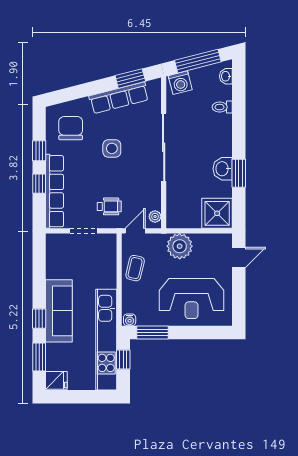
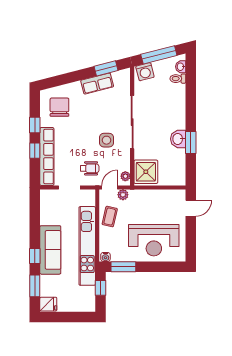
row of seats: (119, 98) -> (97, 84), width x0.68
toilet: (222, 107) -> (178, 79), moved
side table: (112, 148) -> (106, 140), moved
shower: (217, 213) -> (146, 172), moved
plant: (180, 246) -> (123, 195), moved, width x0.53, depth x0.53
kitchen unit: (106, 340) -> (87, 246), moved

